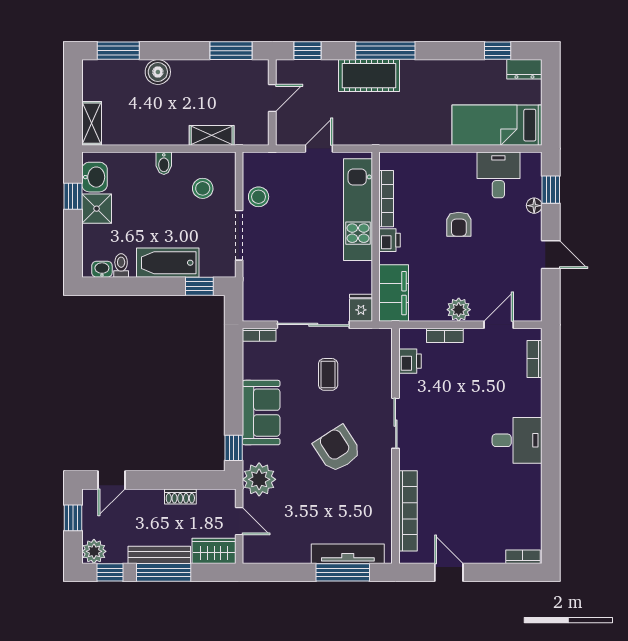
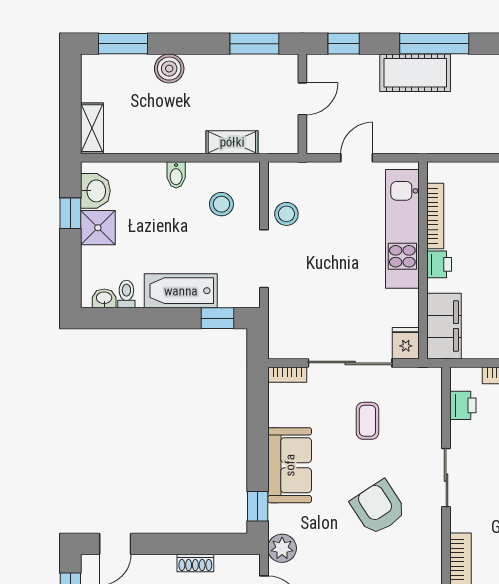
plant: (259, 479) -> (282, 548), width x0.73, depth x0.73

